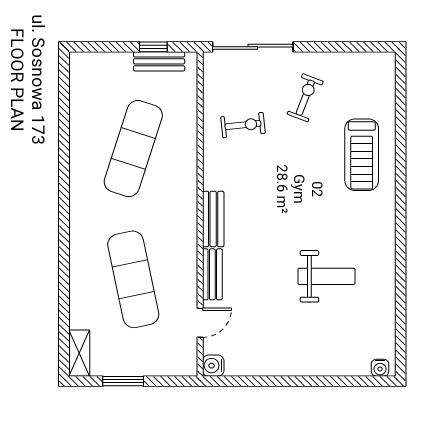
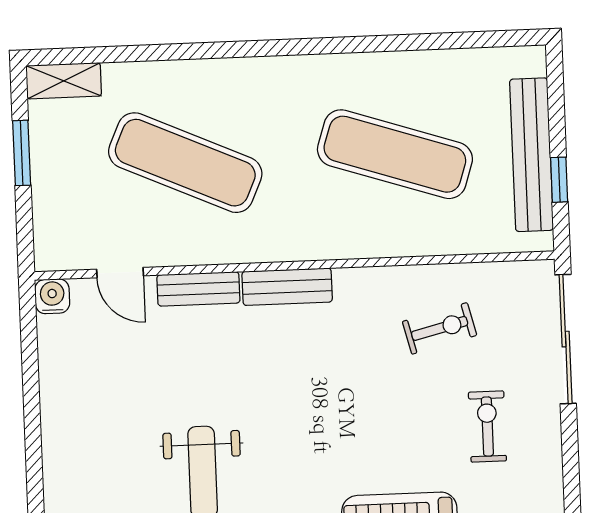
bench: (159, 61) -> (532, 155), width x1.86, depth x1.21
exercise bike: (305, 98) -> (487, 426), turned -111
exercise bike: (243, 125) -> (440, 328), turned -98
exercise mat: (133, 279) -> (185, 163), turned 36

